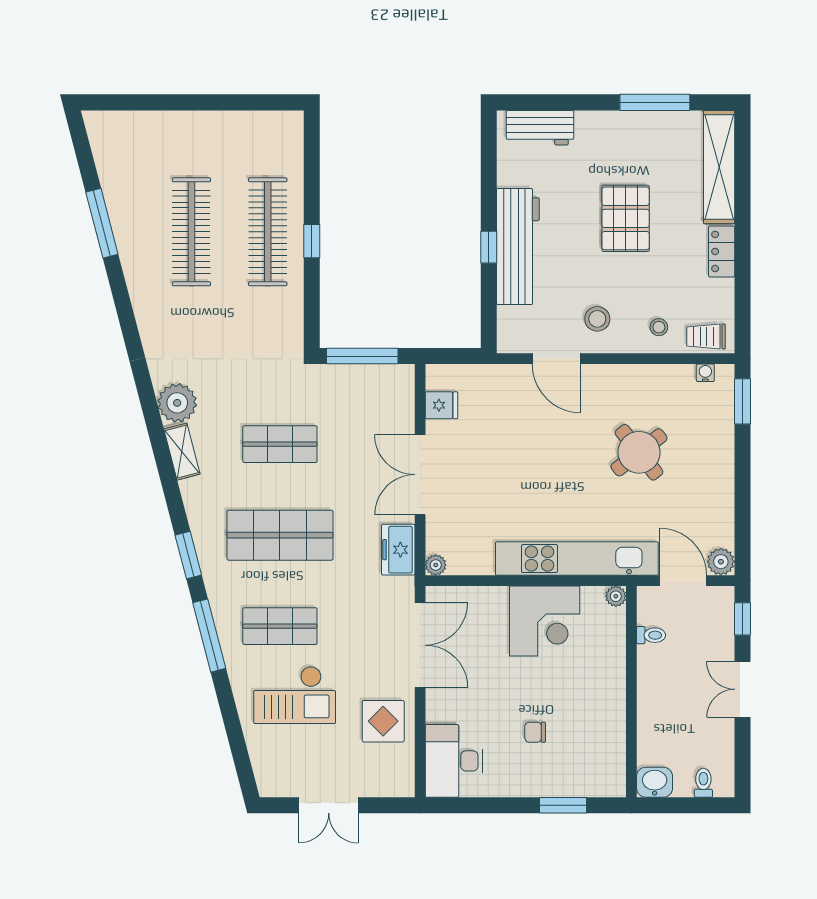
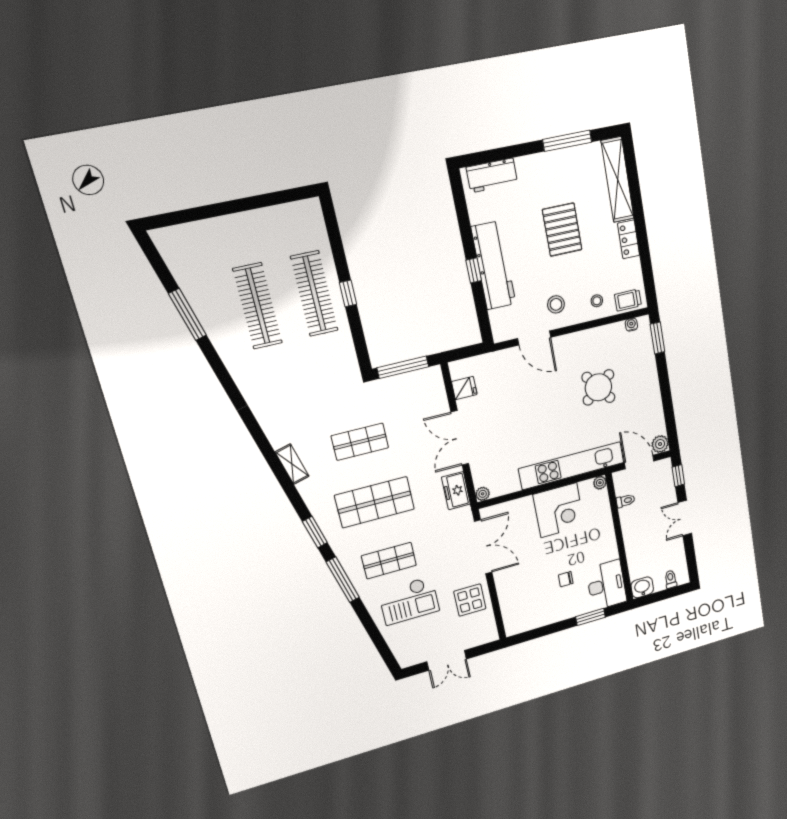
plant: (177, 403) -> (280, 431), removed
desk: (454, 761) -> (606, 585), moved, turned 180

